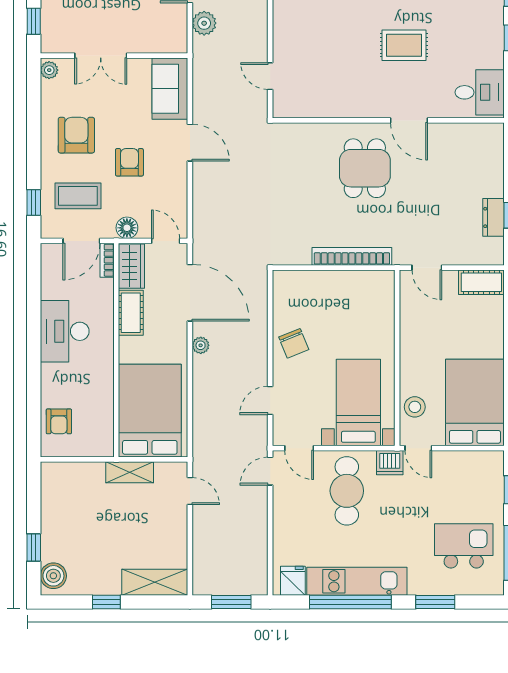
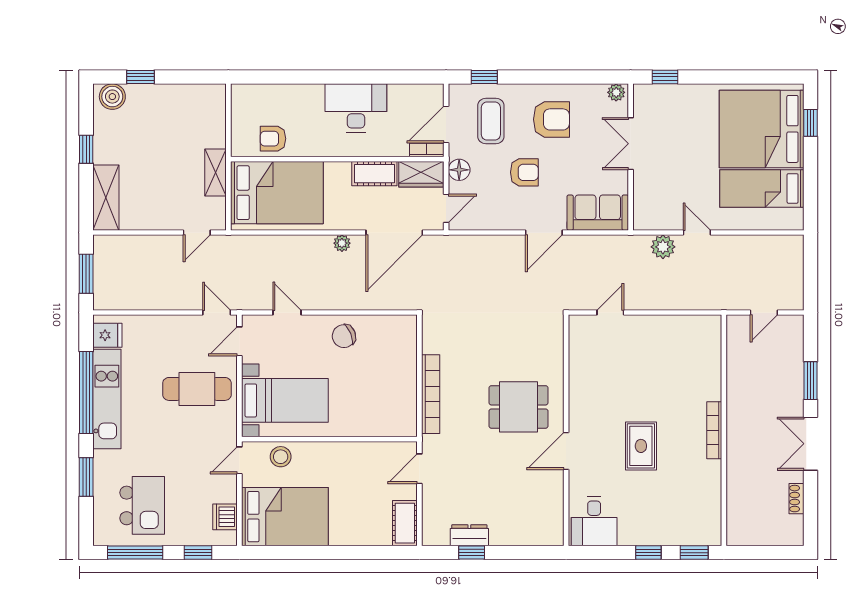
door: (81, 241) -> (446, 124), hinge flipped
armchair: (59, 421) -> (273, 139), moved
dishwasher: (390, 463) -> (225, 517), moved

